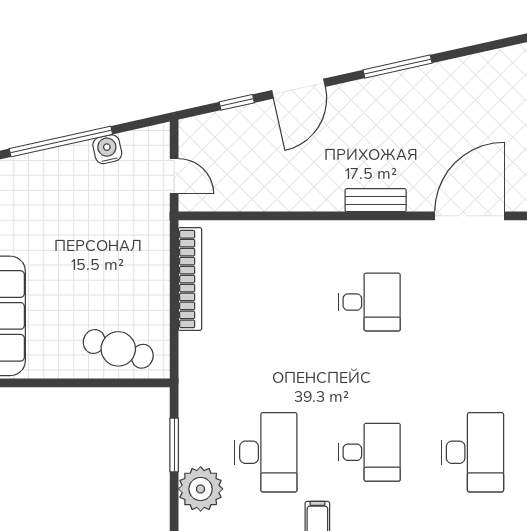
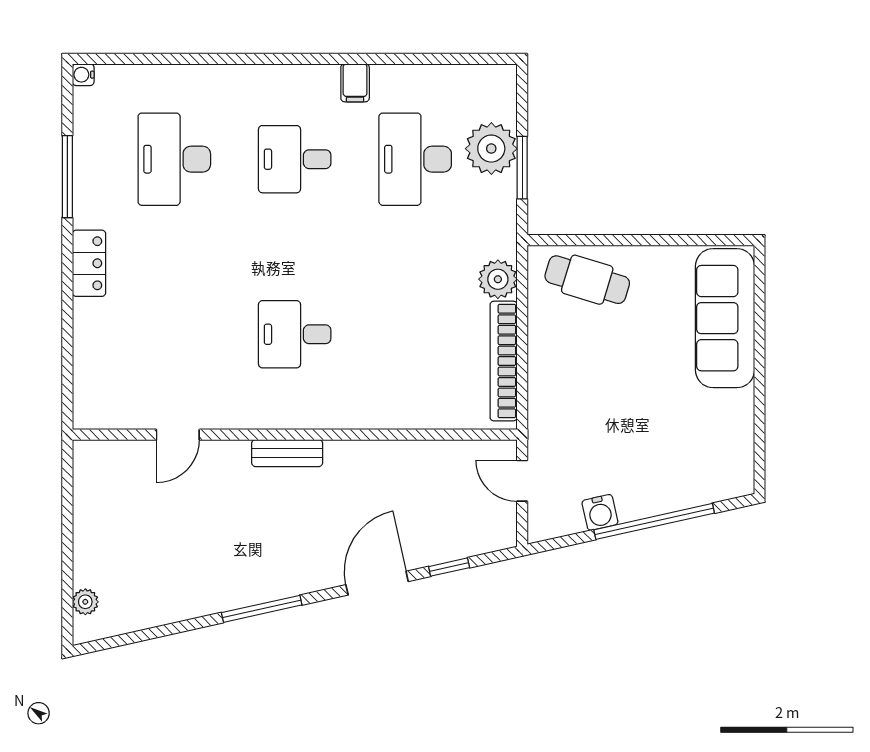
door: (469, 216) -> (178, 435), width x0.53
plant: (195, 349) -> (498, 279), added
plant: (201, 489) -> (491, 149), moved

